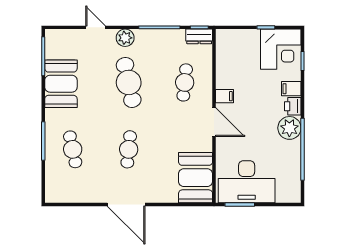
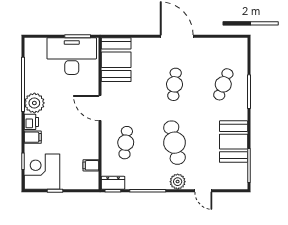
filing cabinet: (225, 96) -> (91, 165), moved
cafe table: (73, 149) -> (223, 84), turned 33

